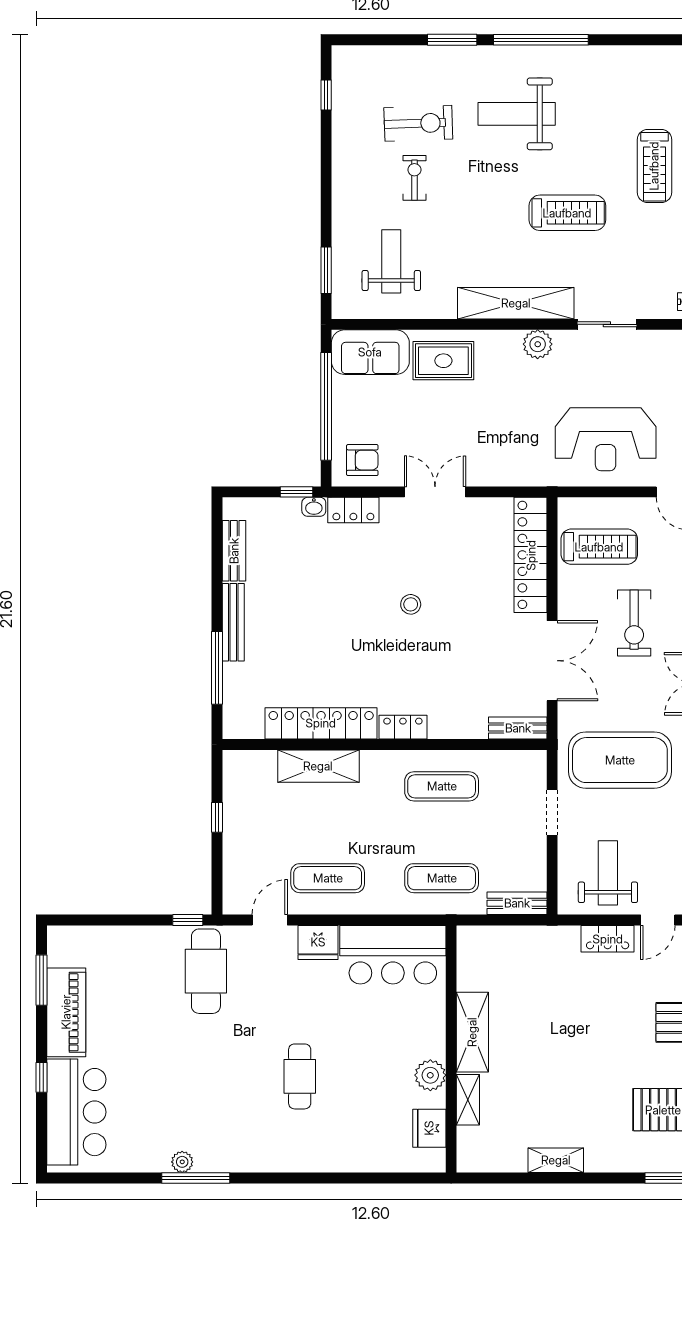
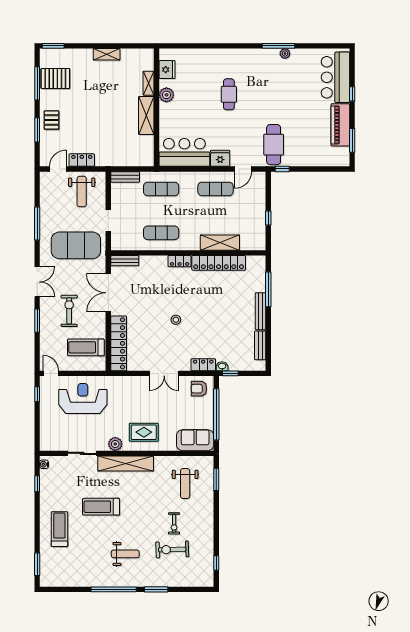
weight bench: (517, 114) -> (125, 554), width x0.73, depth x0.75
rug: (443, 361) -> (144, 432), moved

